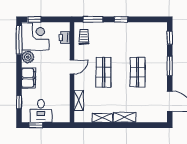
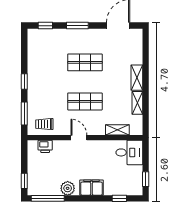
corner desk: (35, 37) -> (44, 180), removed
desk: (41, 111) -> (129, 152), moved

